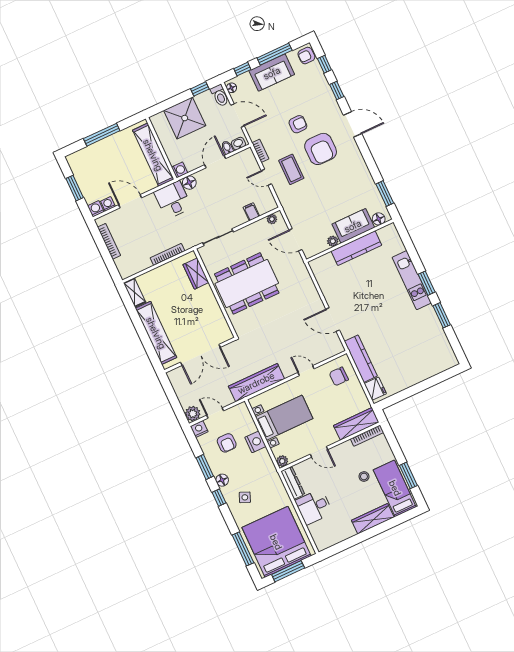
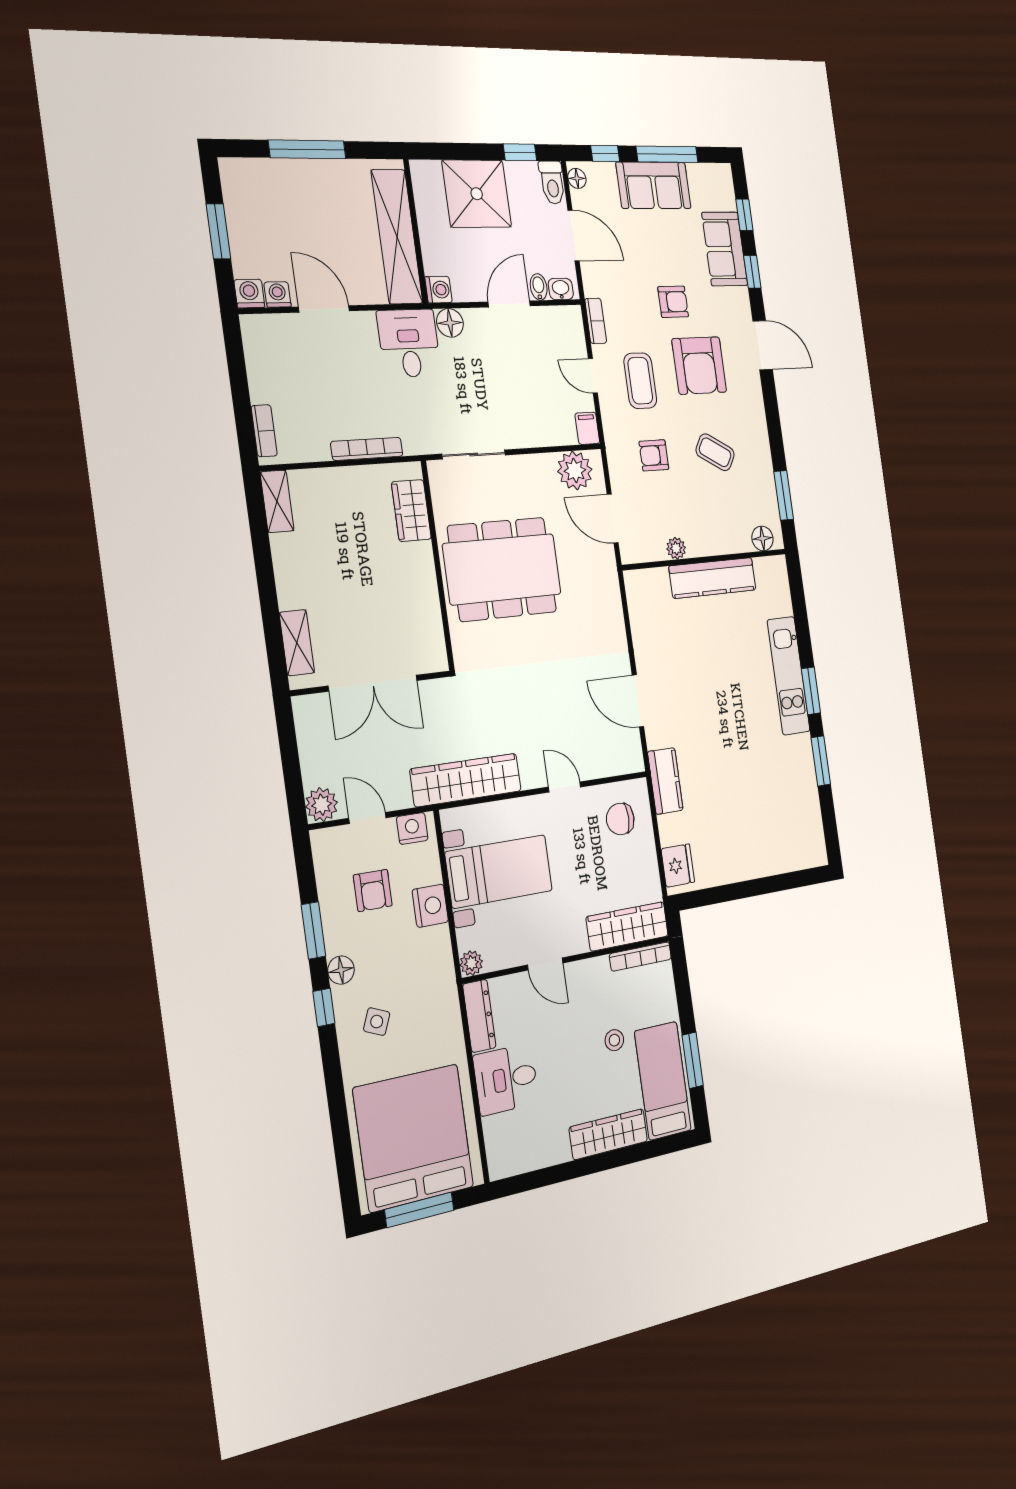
armchair: (306, 56) -> (654, 455), moved
coffee table: (341, 187) -> (715, 452), added
filing cabinet: (251, 212) -> (587, 428), moved
plant: (272, 219) -> (575, 470), width x1.88, depth x1.88
sofa: (353, 226) -> (725, 249), moved, turned -90
bookcase: (109, 241) -> (264, 431), moved, width x0.64
shelving: (156, 333) -> (297, 643), width x0.45, depth x0.75
kitchen counter: (361, 359) -> (665, 781), width x0.67
nightstand: (199, 429) -> (412, 828), moved
window: (243, 549) -> (341, 1137), removed

